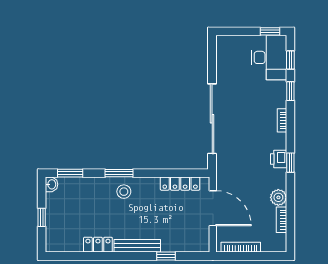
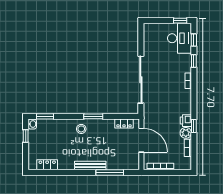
printer: (279, 159) -> (186, 121), moved
window: (290, 163) -> (194, 126), moved
window: (119, 173) -> (93, 116), moved
locker: (180, 184) -> (124, 124), width x0.66
window: (42, 217) -> (26, 136), moved
locker: (98, 245) -> (47, 165), moved
window: (166, 256) -> (110, 172), width x2.17

